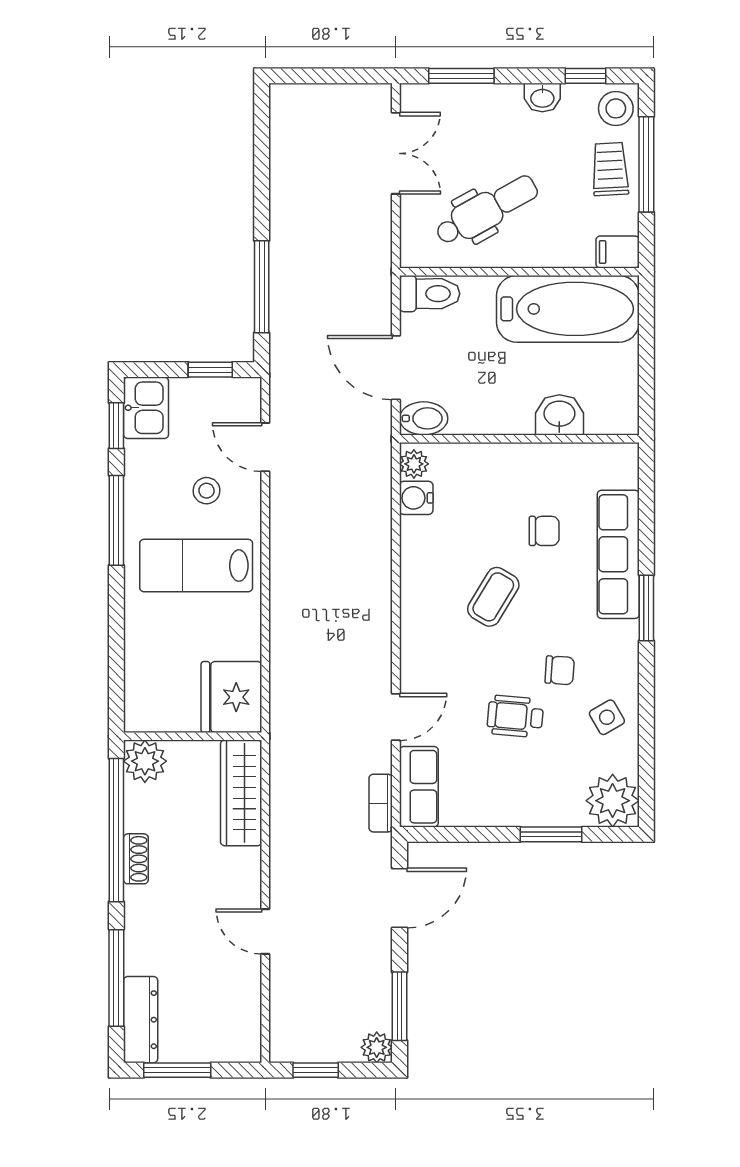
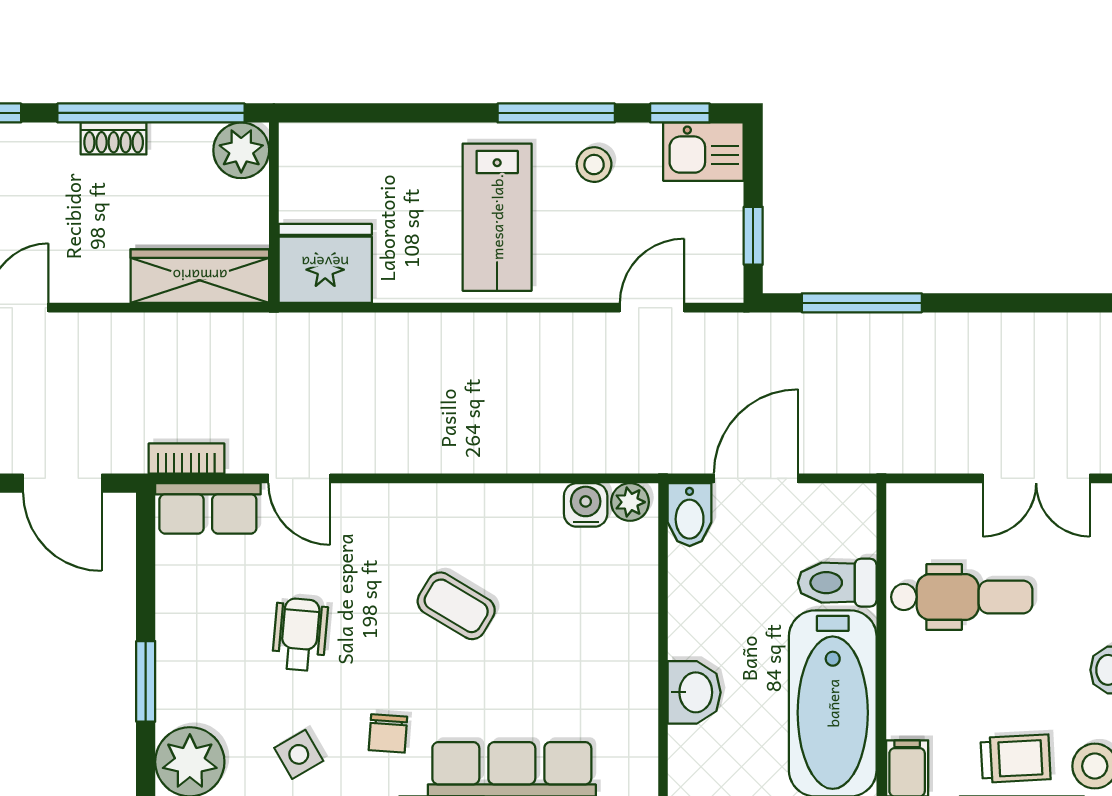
dental chair: (487, 210) -> (962, 597), turned -61
toilet: (430, 294) -> (837, 583), moved, turned 90
stool: (206, 491) -> (594, 165), moved
chair: (544, 531) -> (542, 672), removed
lab bench: (196, 566) -> (497, 217), turned 180
chair: (560, 670) -> (388, 733), moved

